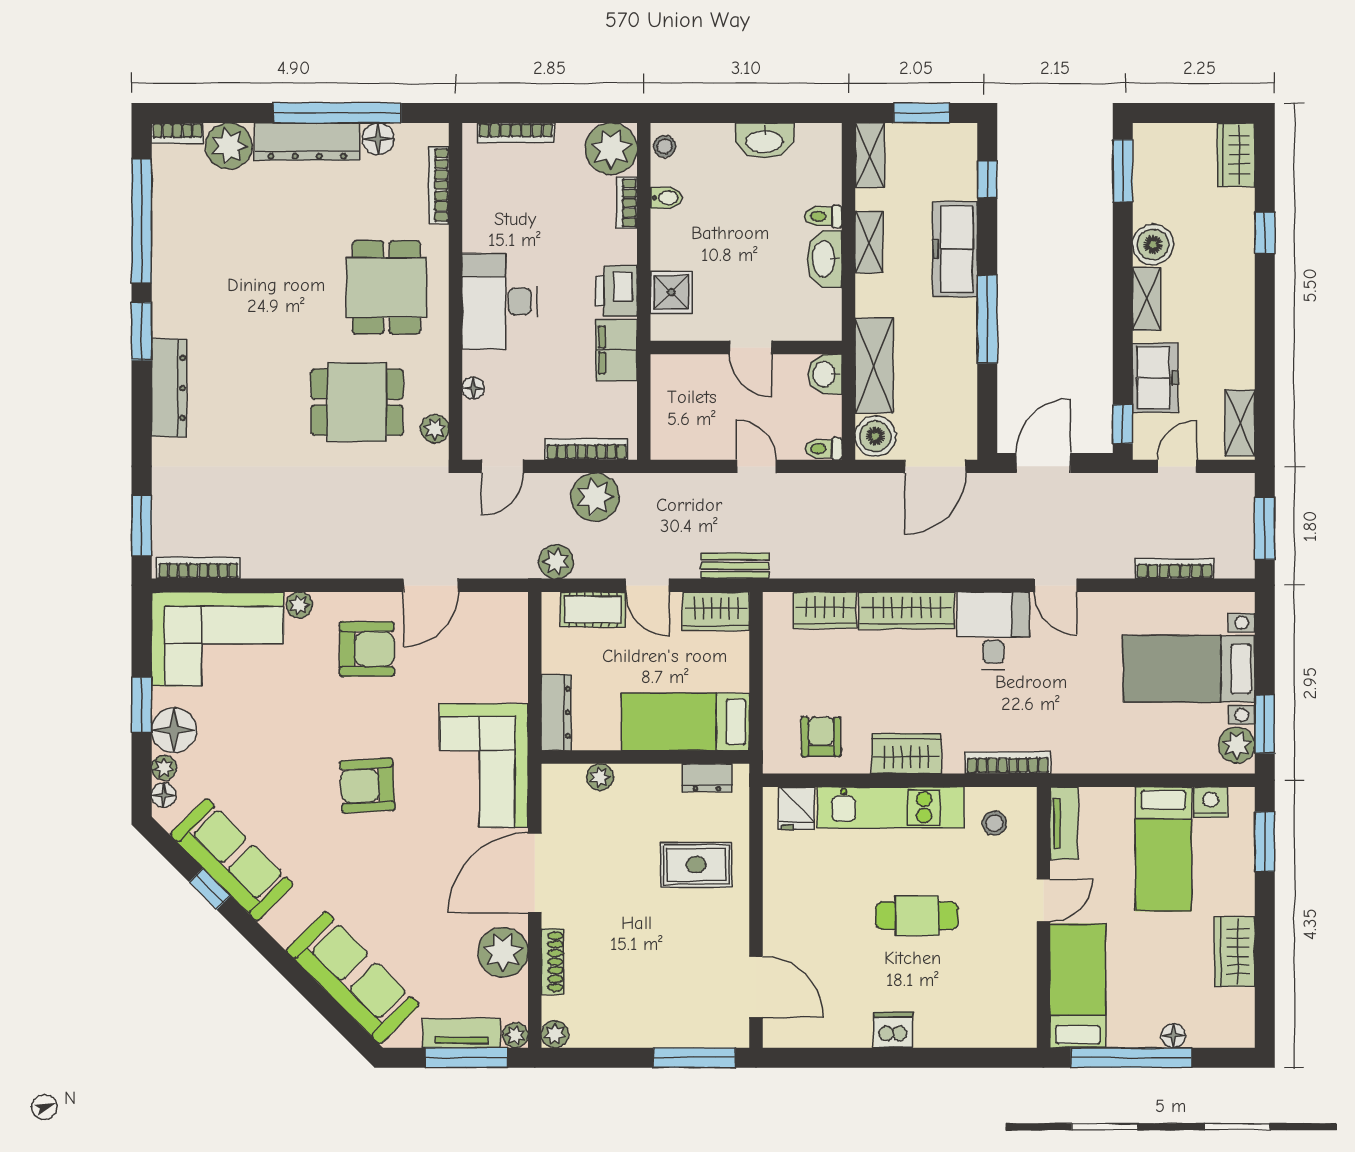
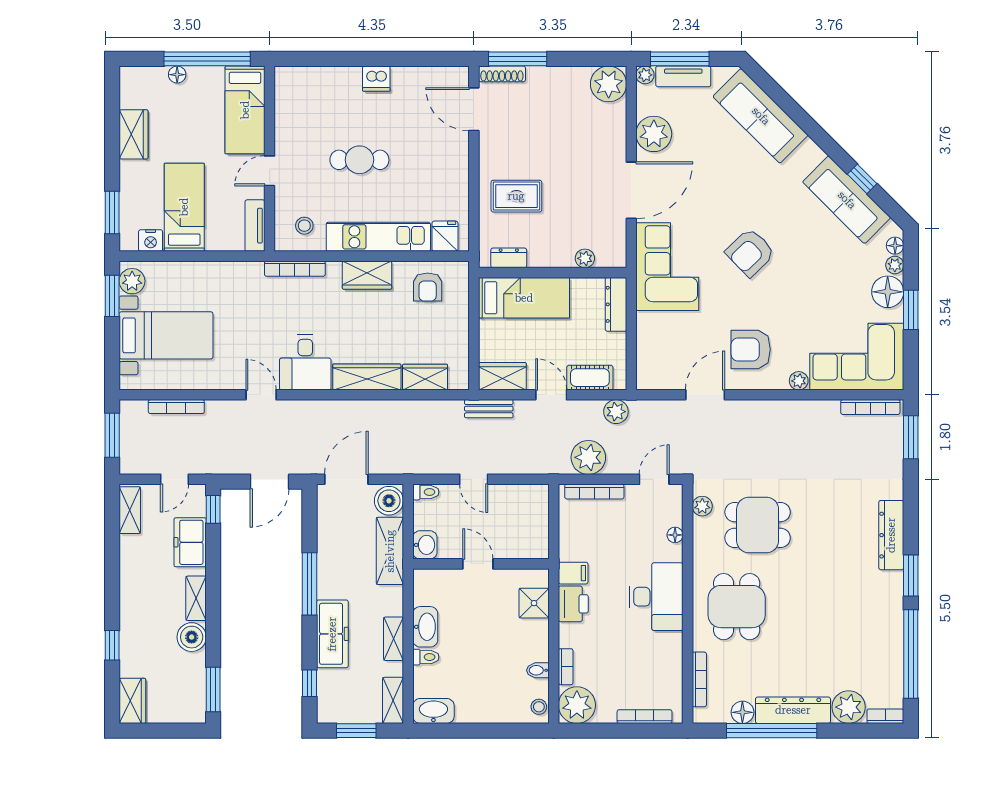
washbasin: (765, 141) -> (433, 711), moved
filing cabinet: (616, 350) -> (573, 573), width x0.50
armchair: (367, 785) -> (750, 252), turned 139
shoe rack: (552, 962) -> (502, 74), moved, turned -90
plant: (555, 1034) -> (609, 84), width x1.88, depth x1.88

